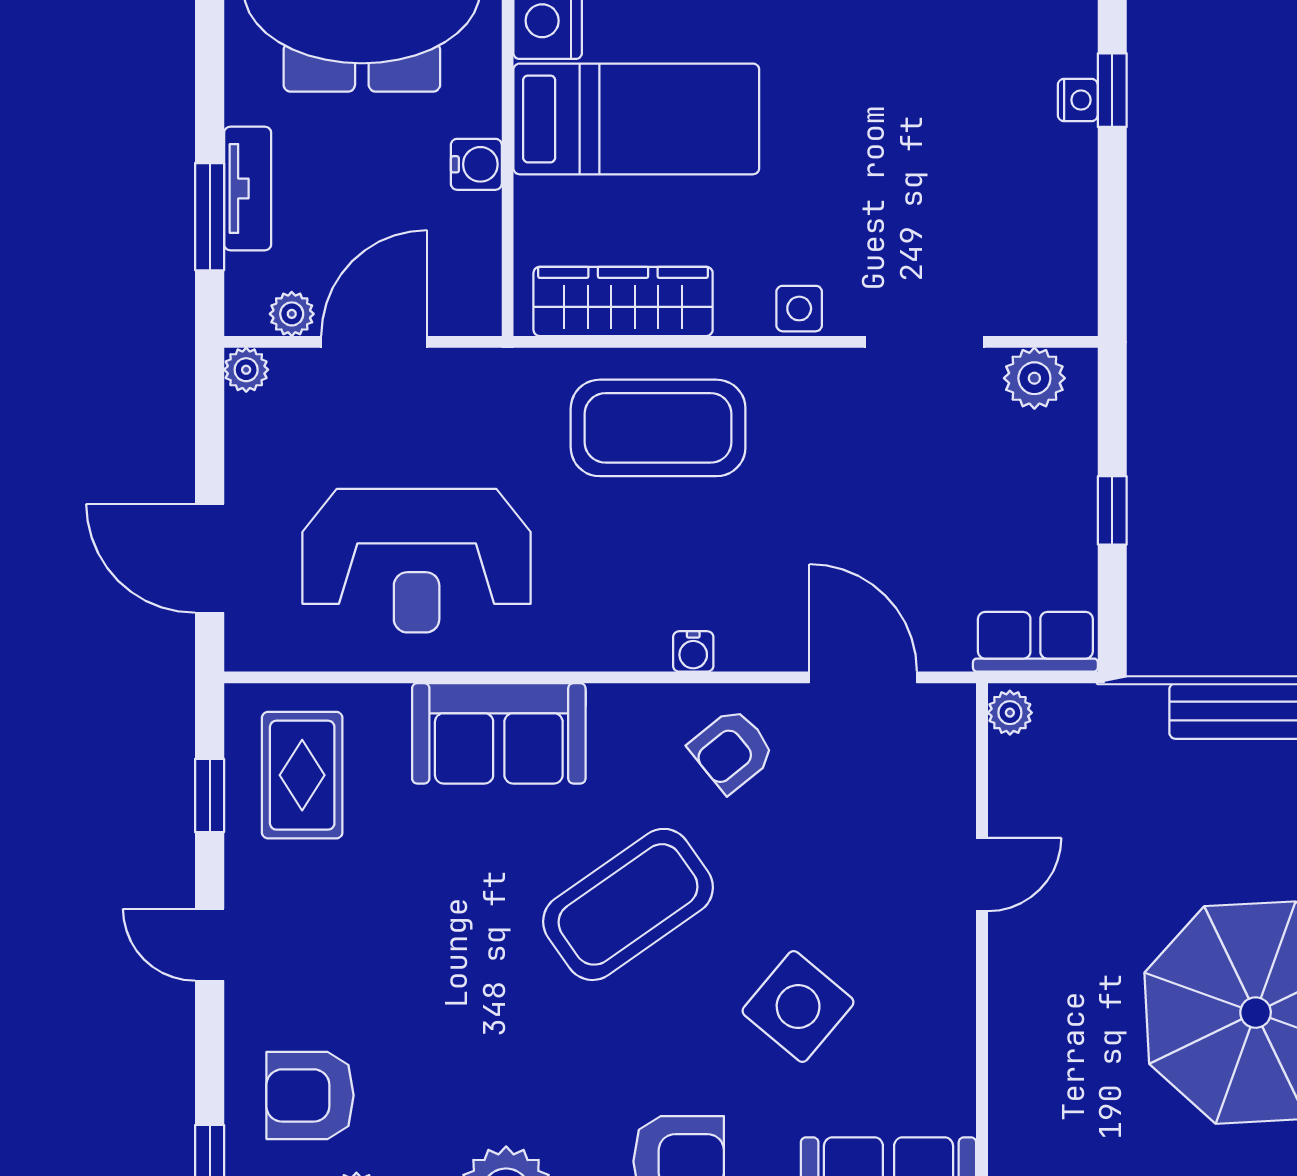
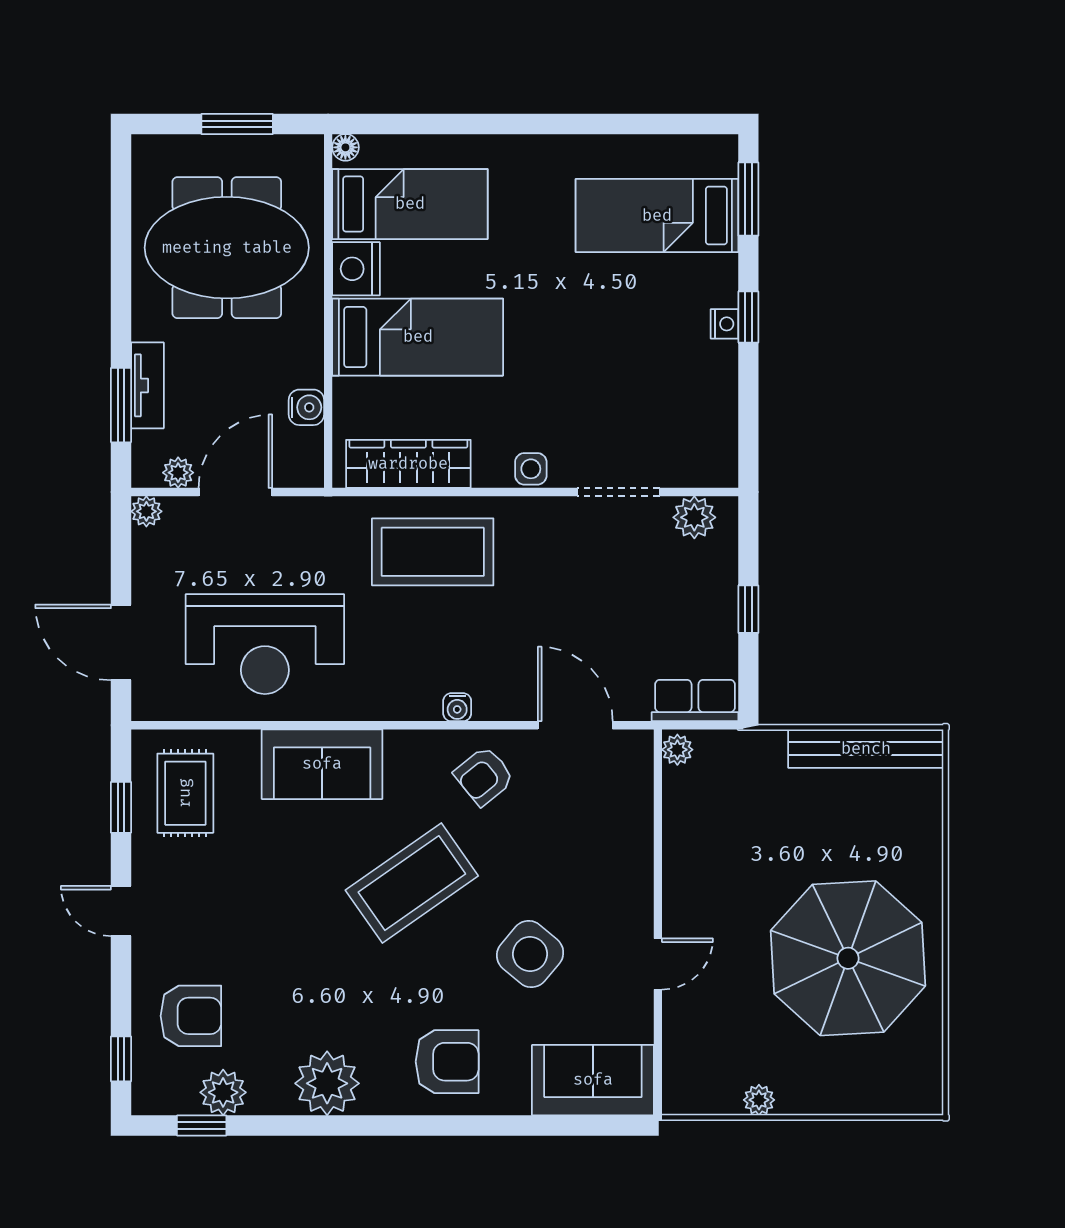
water cooler: (476, 164) -> (306, 407), moved
door: (982, 874) -> (658, 964), moved
armchair: (310, 1095) -> (191, 1016), turned 180

